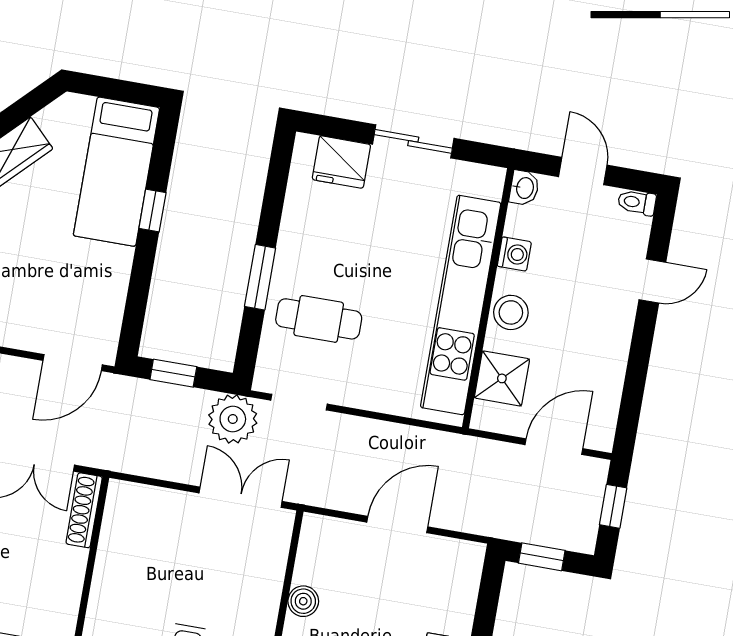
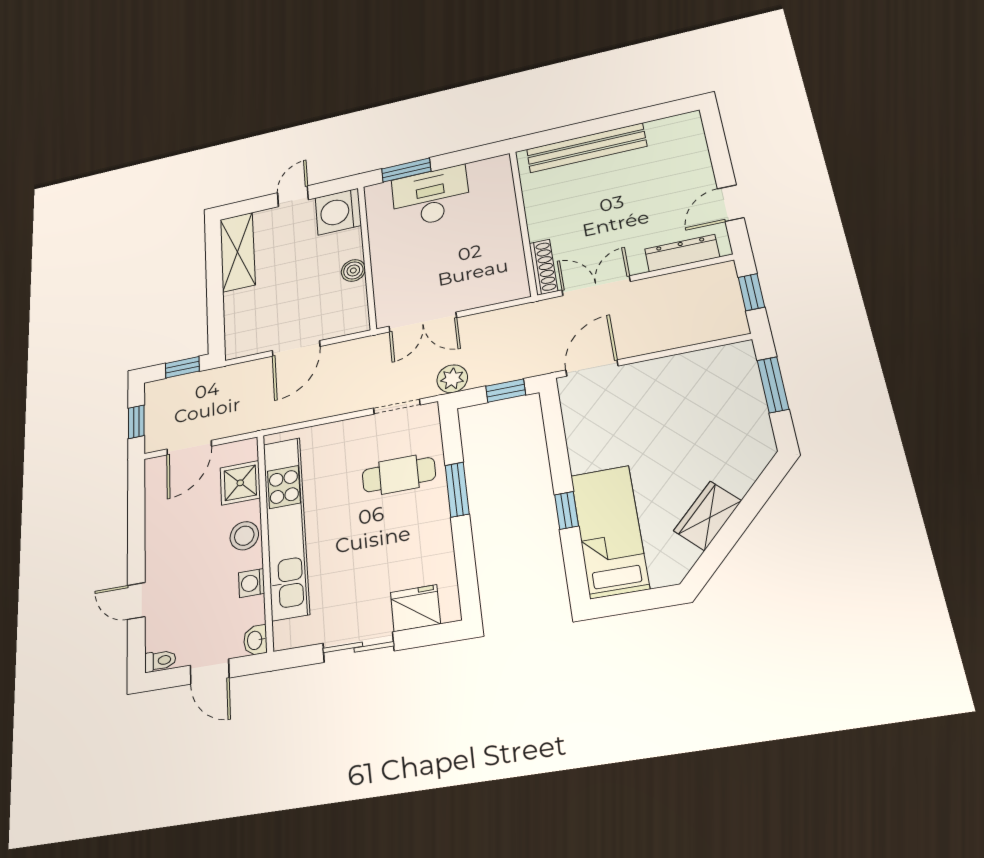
door: (652, 281) -> (136, 601), hinge flipped
plant: (233, 419) -> (452, 379), width x0.73, depth x0.73

